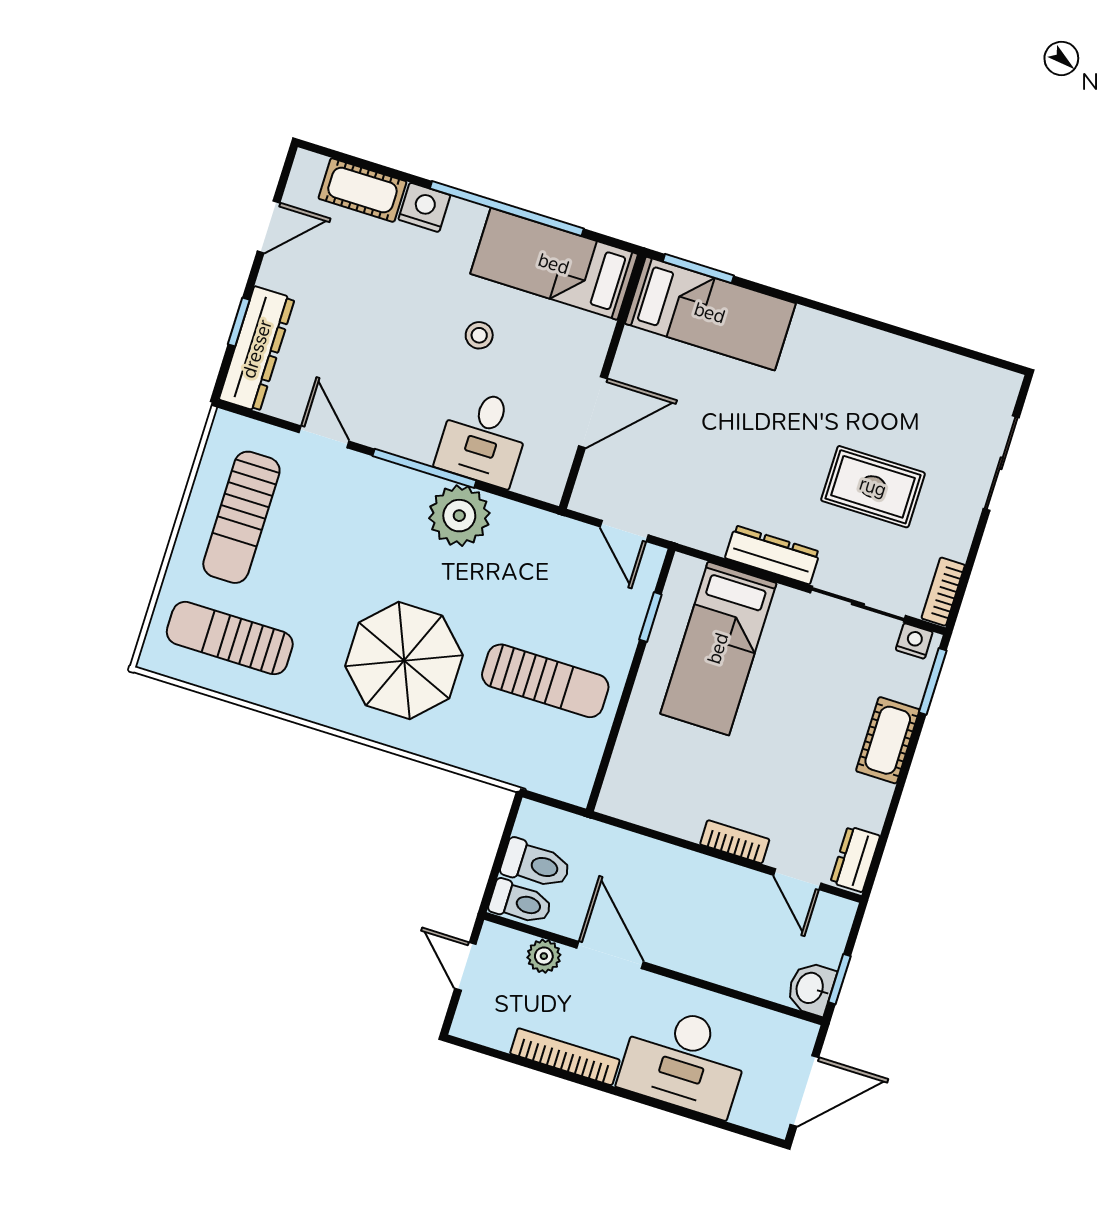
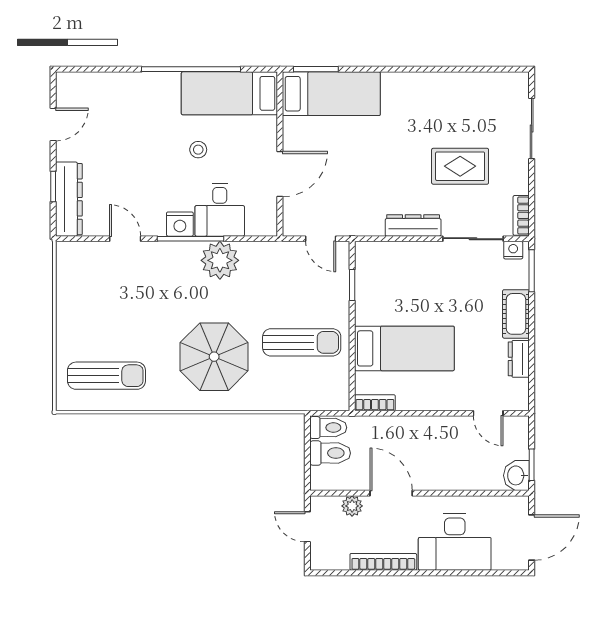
cot: (362, 190) -> (102, 85), removed
nightstand: (424, 207) -> (180, 224), moved, turned 180
sun lounger: (241, 517) -> (91, 302), removed
sun lounger: (230, 638) -> (106, 376), turned 180
bed: (718, 648) -> (404, 348), moved, turned -90
bookcase: (735, 842) -> (375, 403), moved
dresser: (855, 859) -> (519, 359), moved
toilet: (520, 902) -> (328, 428), moved

